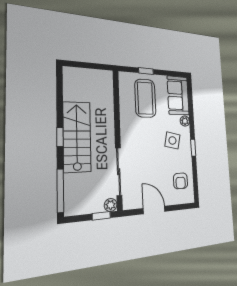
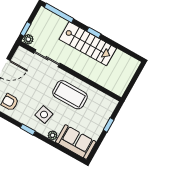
coffee table: (145, 98) -> (70, 95), moved
sliding door: (119, 172) -> (47, 58), width x0.73

